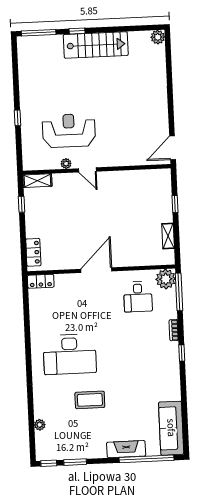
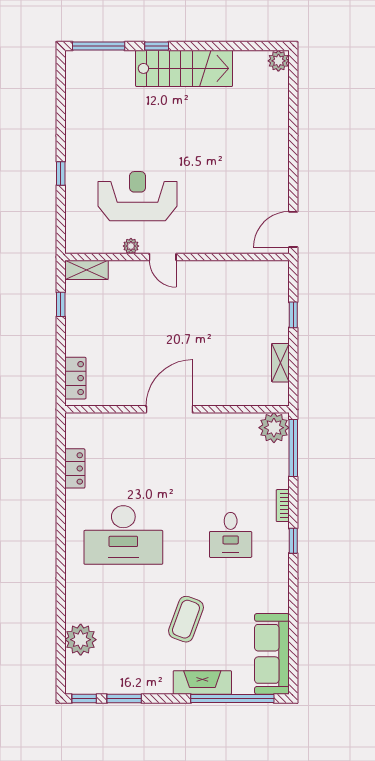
locker: (41, 281) -> (75, 468), moved, turned -90
desk: (138, 297) -> (231, 535), moved
coffee table: (90, 400) -> (186, 619), moved, turned -70
plant: (40, 425) -> (81, 640), width x1.87, depth x1.87

